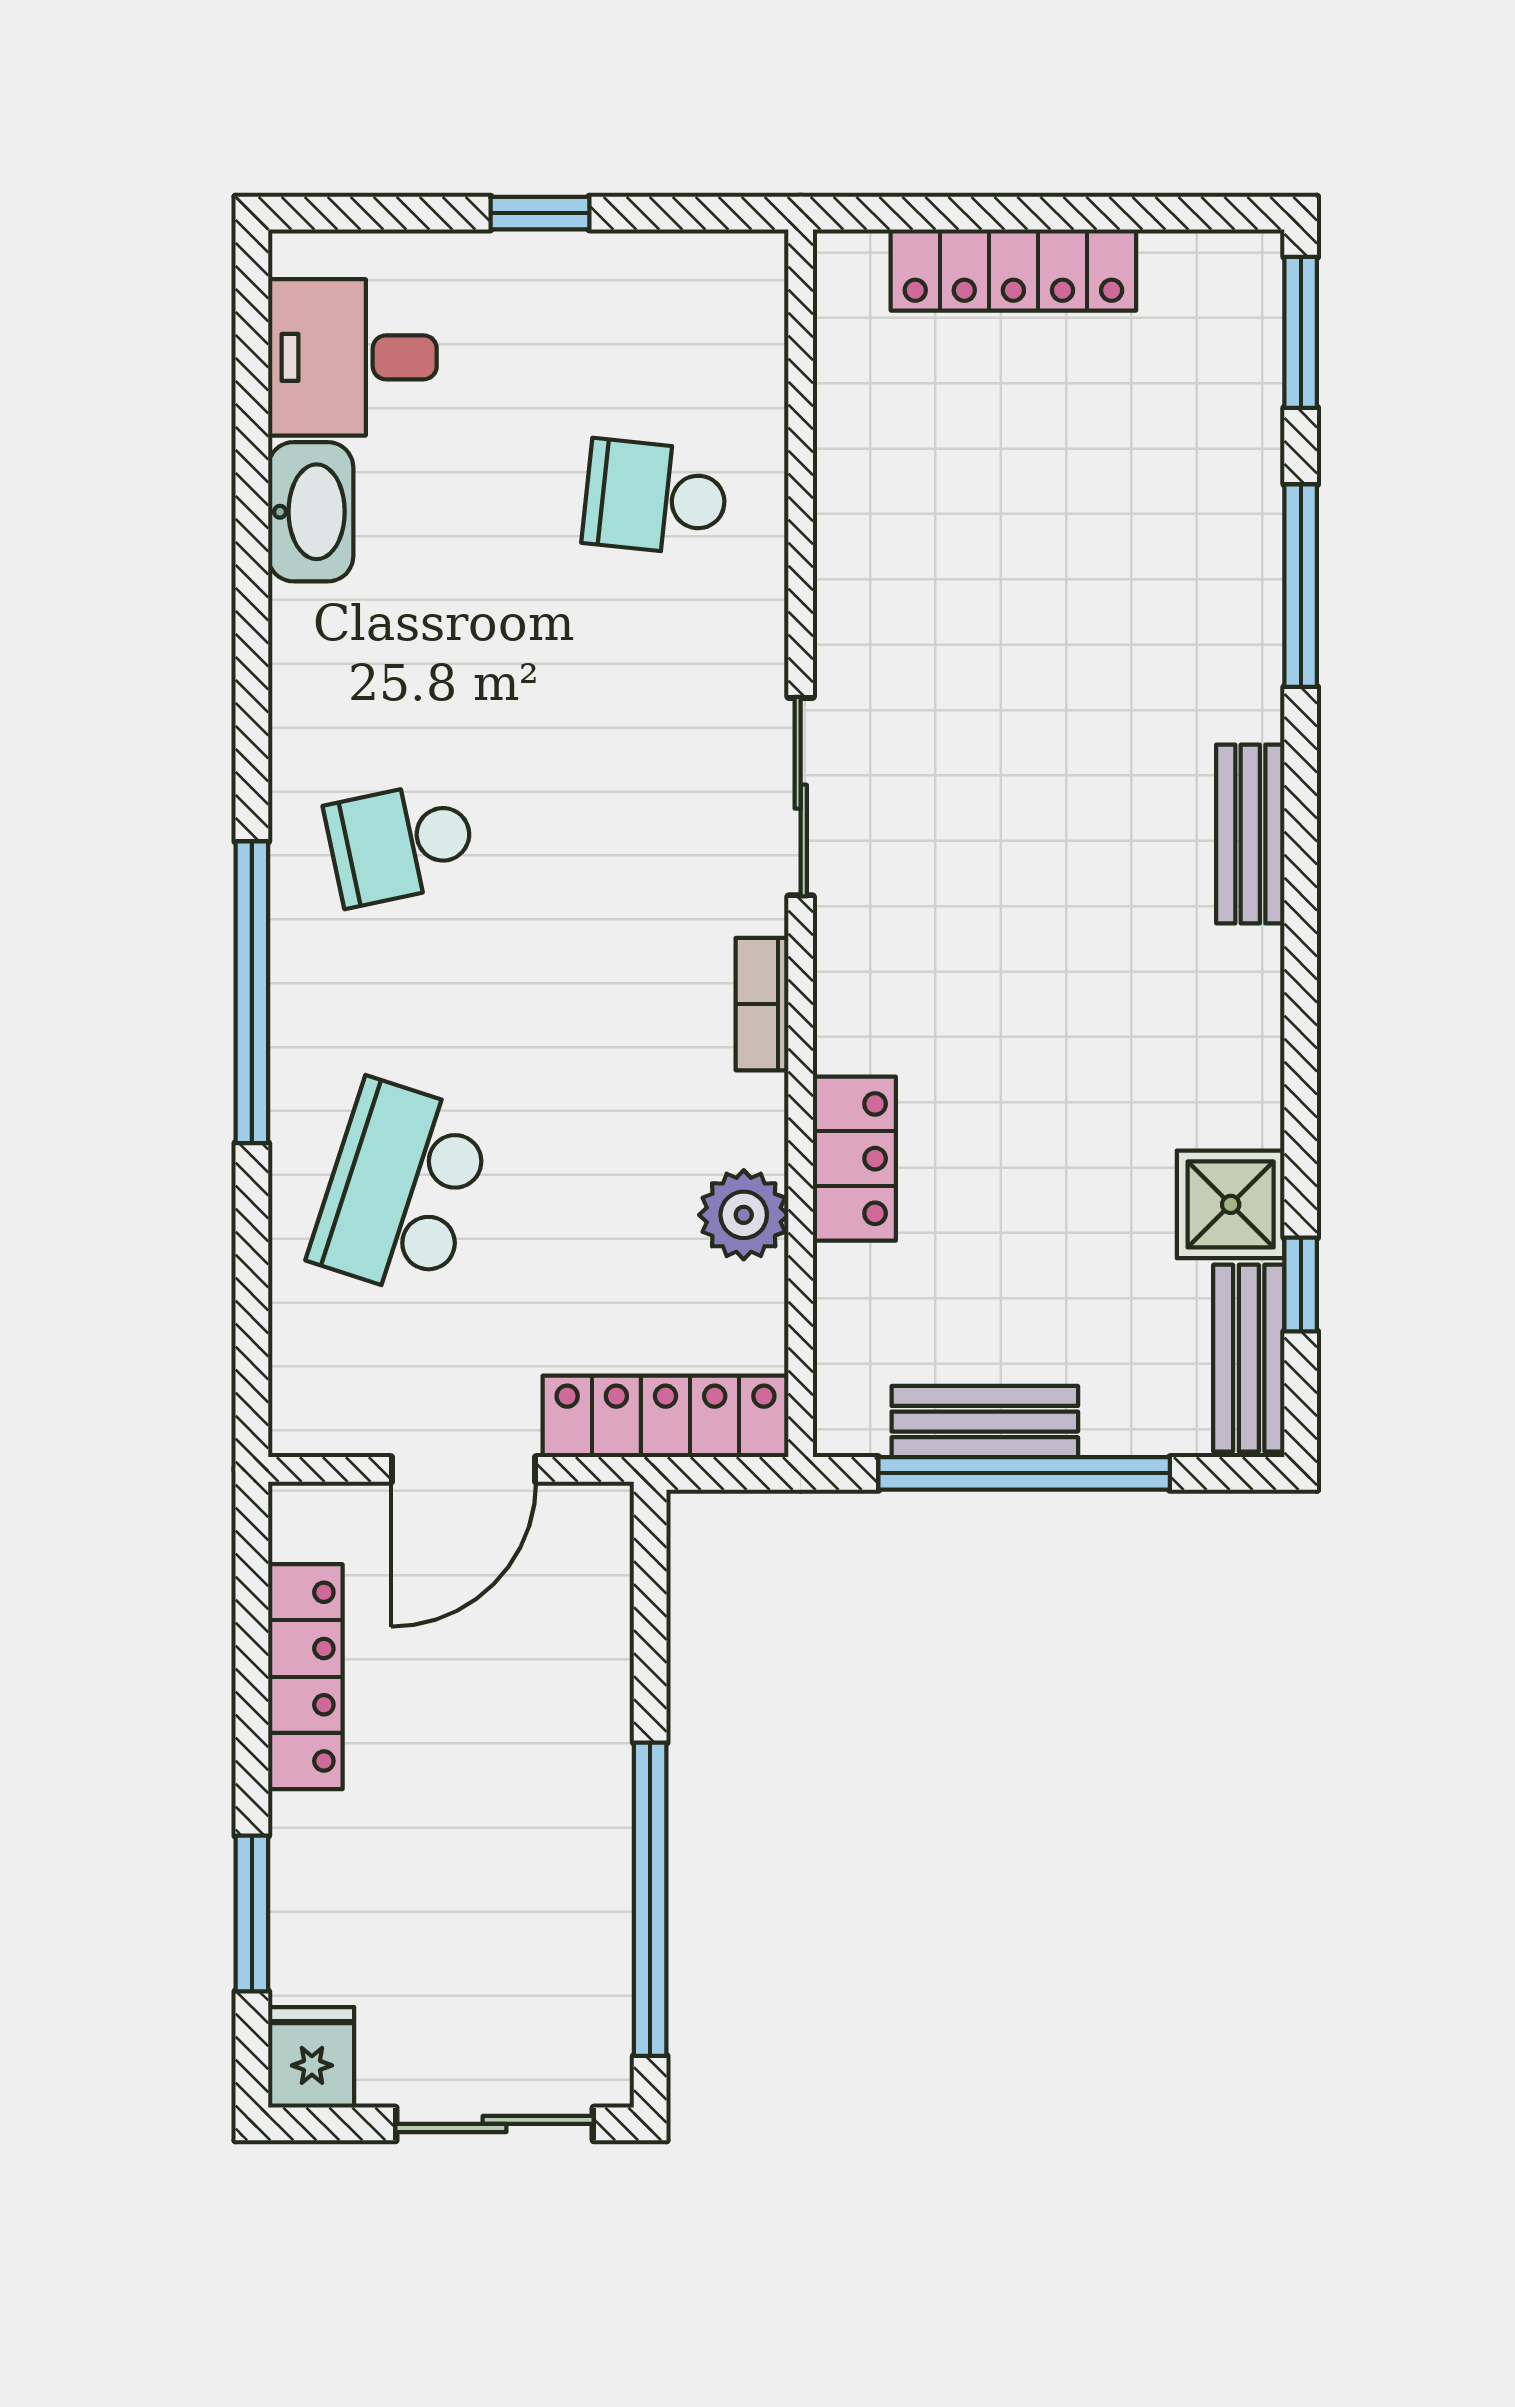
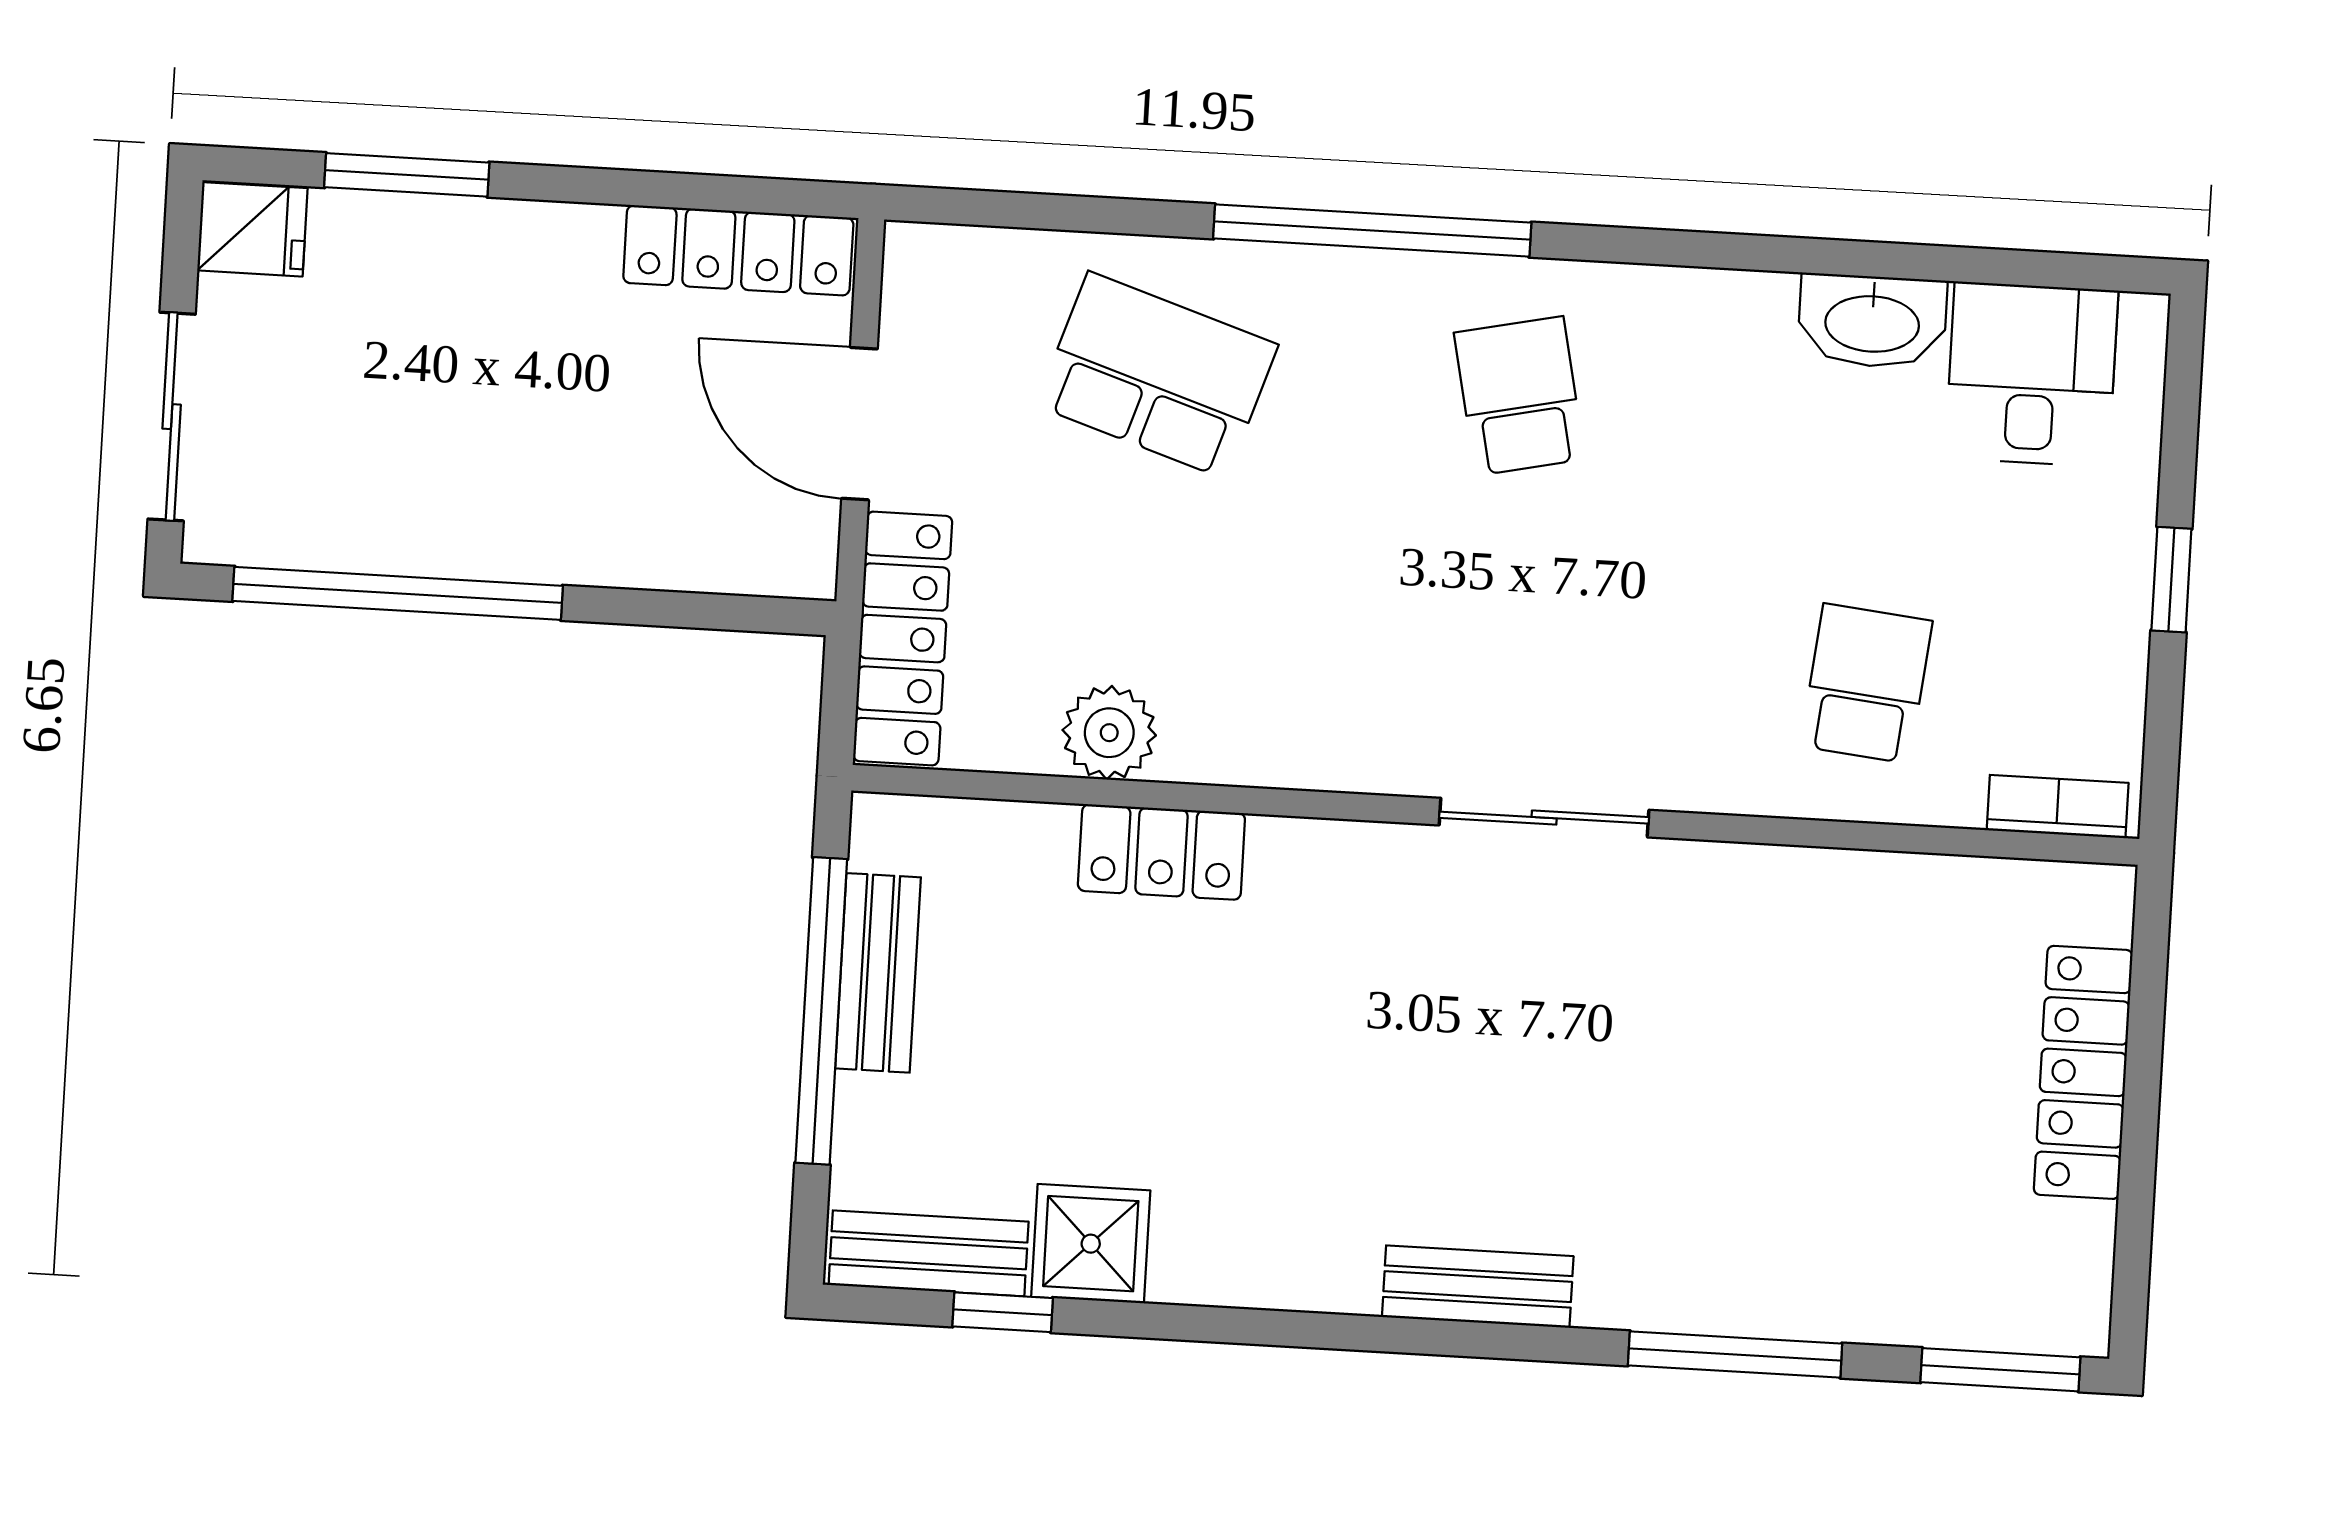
bookcase: (762, 1004) -> (2058, 807), moved
locker: (305, 1677) -> (738, 250), moved

